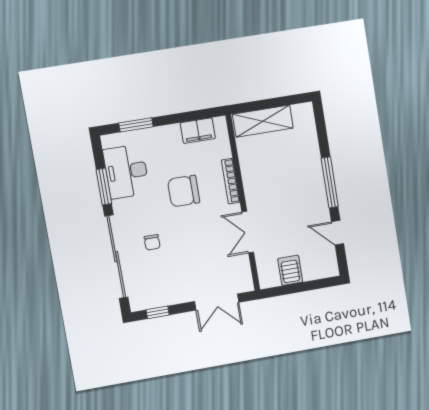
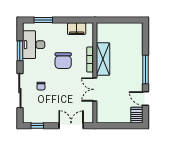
shelving: (263, 121) -> (103, 59), moved, turned 90
chair: (184, 191) -> (63, 61), turned -90
sliding door: (116, 257) -> (20, 91), width x0.73
server rack: (290, 270) -> (137, 115), moved
double door: (217, 302) -> (71, 126), swing flipped

